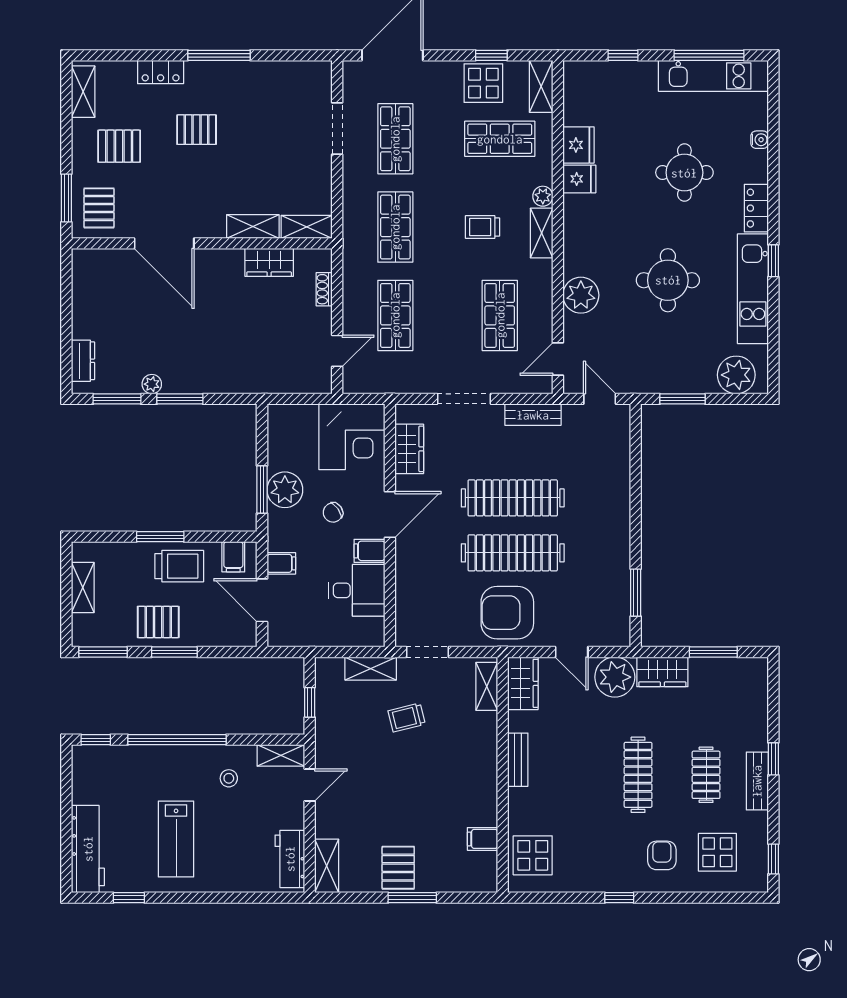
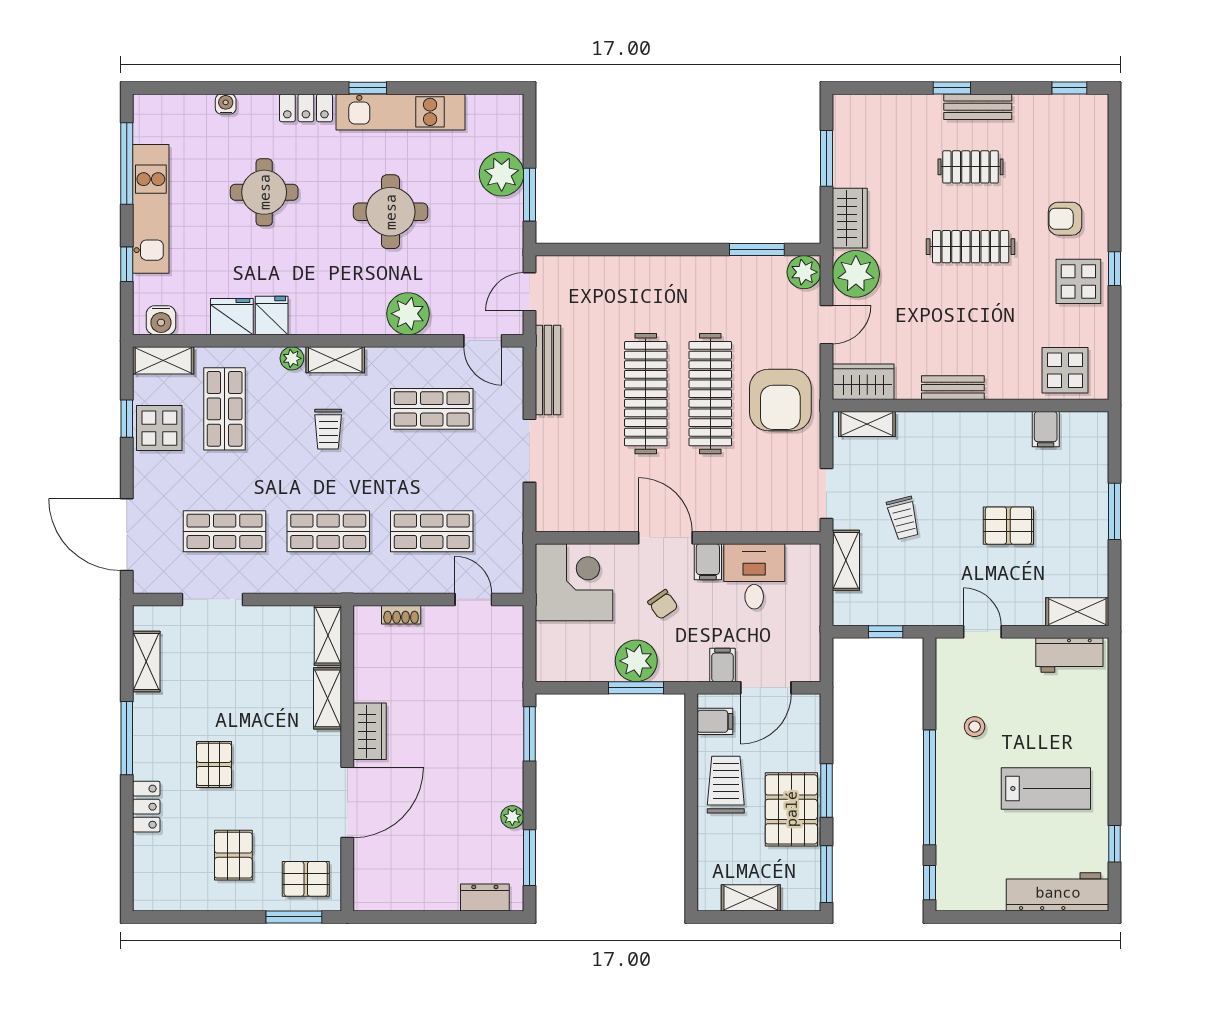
kitchen unit: (713, 76) -> (151, 209), moved
water cooler: (575, 85) -> (161, 320), added
shelving: (83, 92) -> (146, 661), moved, turned 90
wardrobe: (269, 262) -> (370, 731), moved
plant: (736, 375) -> (502, 174), moved
window: (180, 399) -> (530, 734), moved
bench: (533, 415) -> (548, 370), width x1.36
wardrobe: (409, 449) -> (588, 515), removed
window: (160, 537) -> (691, 807), removed
pallet: (158, 622) -> (791, 809), width x1.50, depth x1.42
plant: (616, 633) -> (804, 272), added
shelving: (281, 755) -> (948, 666), removed
display table: (717, 852) -> (1078, 281), moved
pallet: (398, 868) -> (1008, 526), moved

